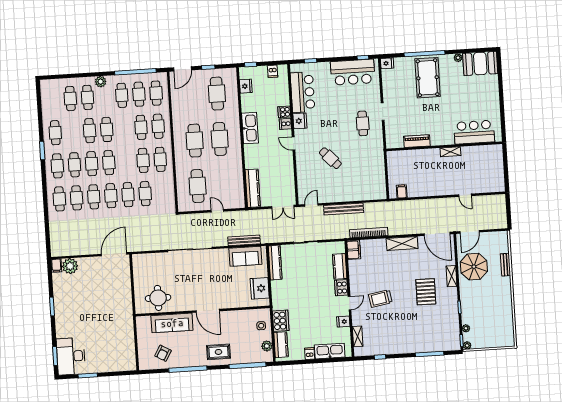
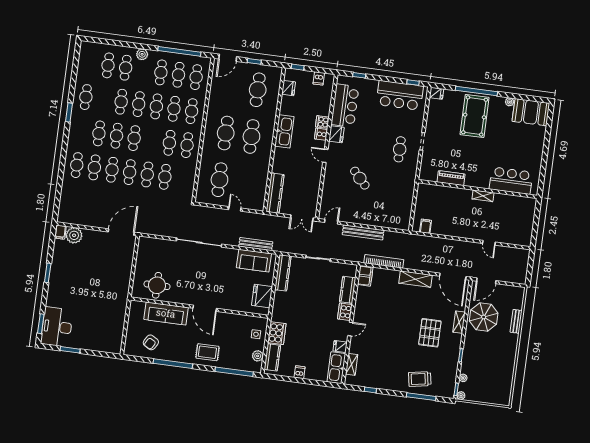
cafe table: (57, 166) -> (156, 106), moved
trolley: (380, 298) -> (420, 379), moved
kitchen sink: (330, 351) -> (336, 368), moved, turned -90

